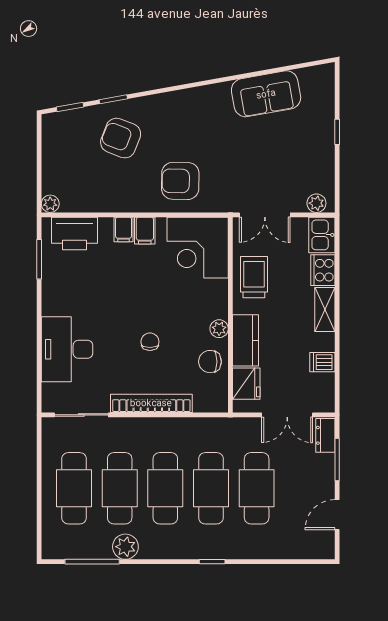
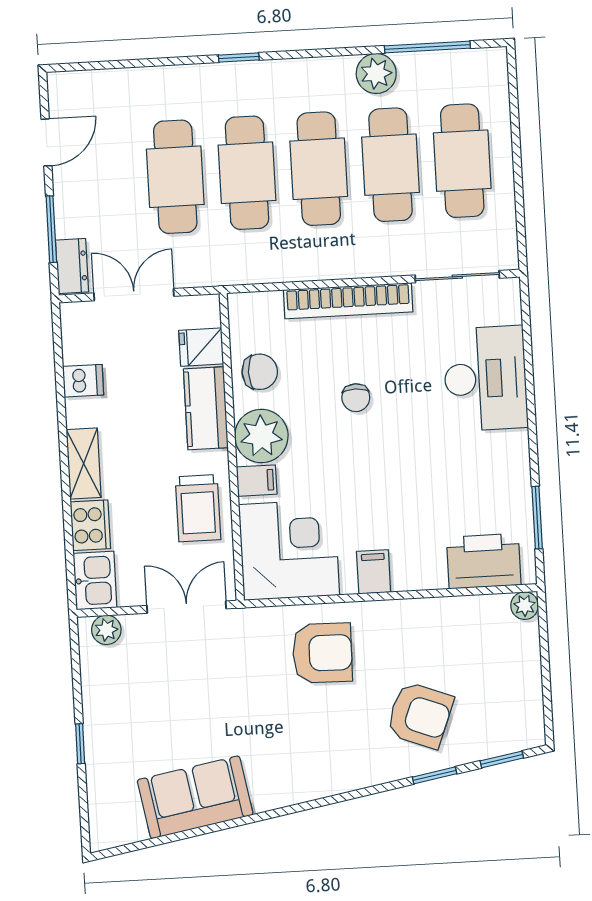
filing cabinet: (124, 229) -> (257, 481), moved, turned 90
plant: (219, 329) -> (261, 436), width x1.88, depth x1.88
fridge: (246, 384) -> (201, 347), width x0.72

